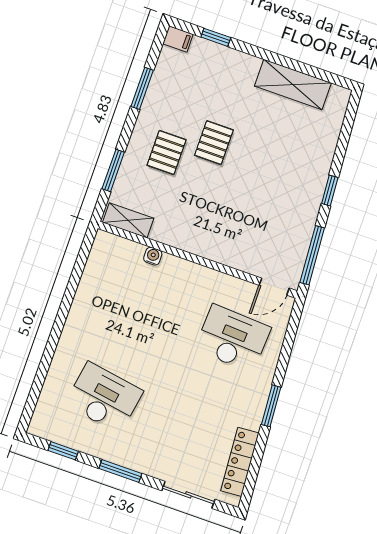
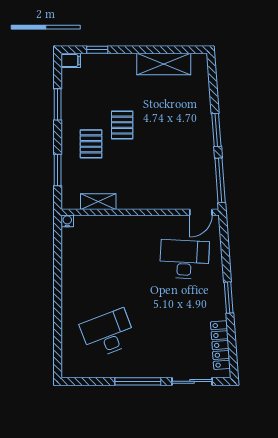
window: (330, 190) -> (216, 130), width x1.50
shelving: (128, 220) -> (98, 202), moved
water cooler: (153, 256) -> (67, 221), moved
desk: (104, 398) -> (108, 333), turned -30
window: (63, 451) -> (92, 381), removed
window: (120, 471) -> (138, 381), width x1.44

